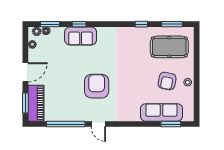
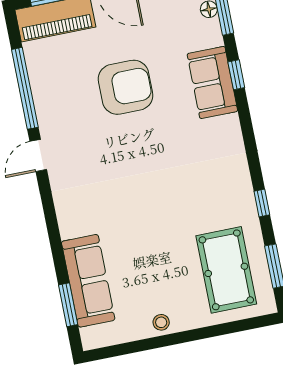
armchair: (167, 81) -> (155, 279), removed
armchair: (97, 86) -> (126, 87), moved

